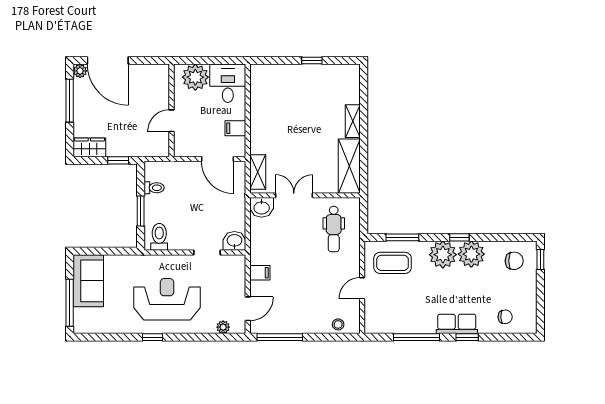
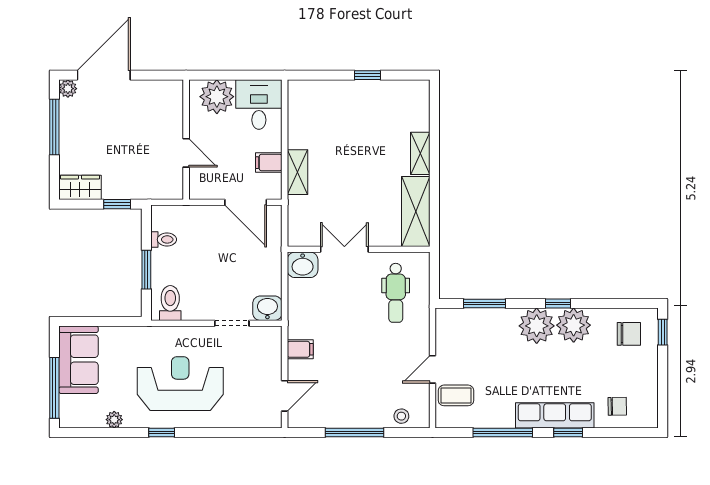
door: (108, 61) -> (104, 75), swing flipped
door: (172, 121) -> (186, 153), swing flipped
shelving: (258, 172) -> (297, 172), moved
coffee table: (393, 263) -> (456, 395), moved, width x0.73, depth x0.77
row of seats: (457, 324) -> (555, 415), width x1.48
plant: (223, 327) -> (114, 420), moved
window: (280, 337) -> (354, 432), moved

